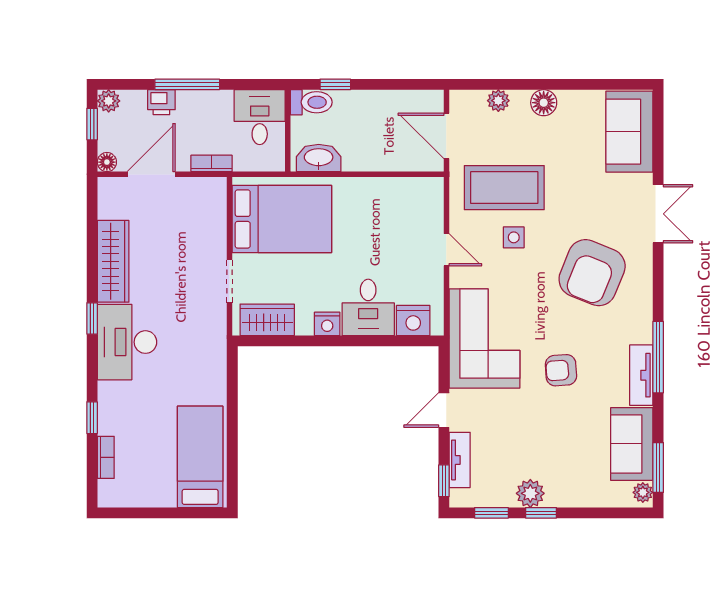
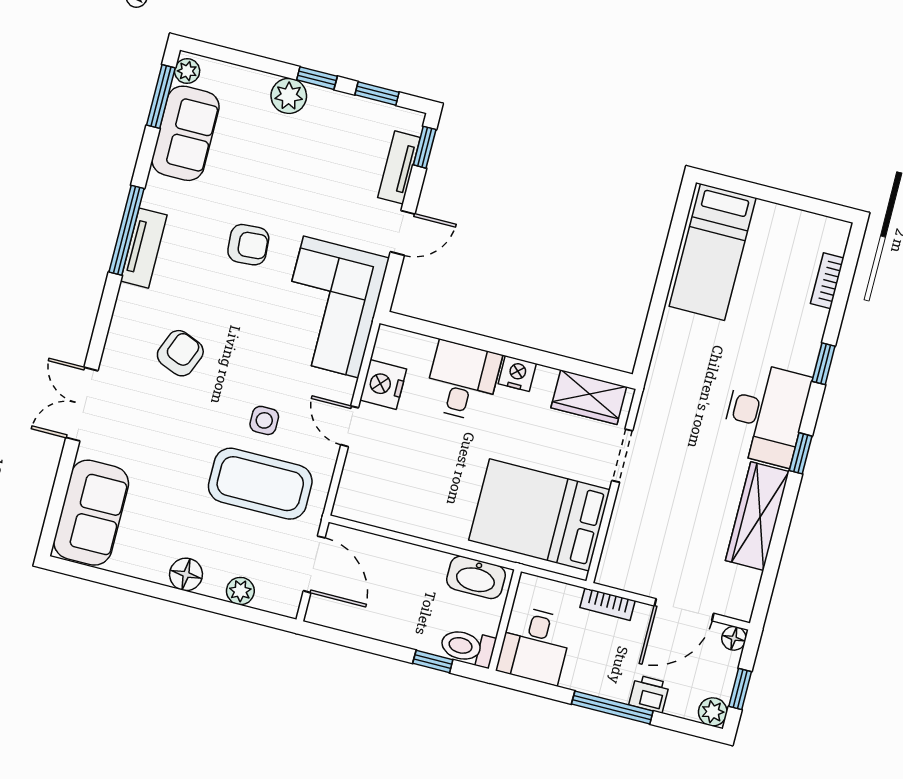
armchair: (592, 273) -> (180, 353), width x0.53, depth x0.53
nightstand: (413, 321) -> (383, 384), moved, turned -90
tv unit: (641, 375) -> (144, 248), moved
window: (92, 418) -> (824, 364), moved
plant: (530, 493) -> (289, 96), moved

